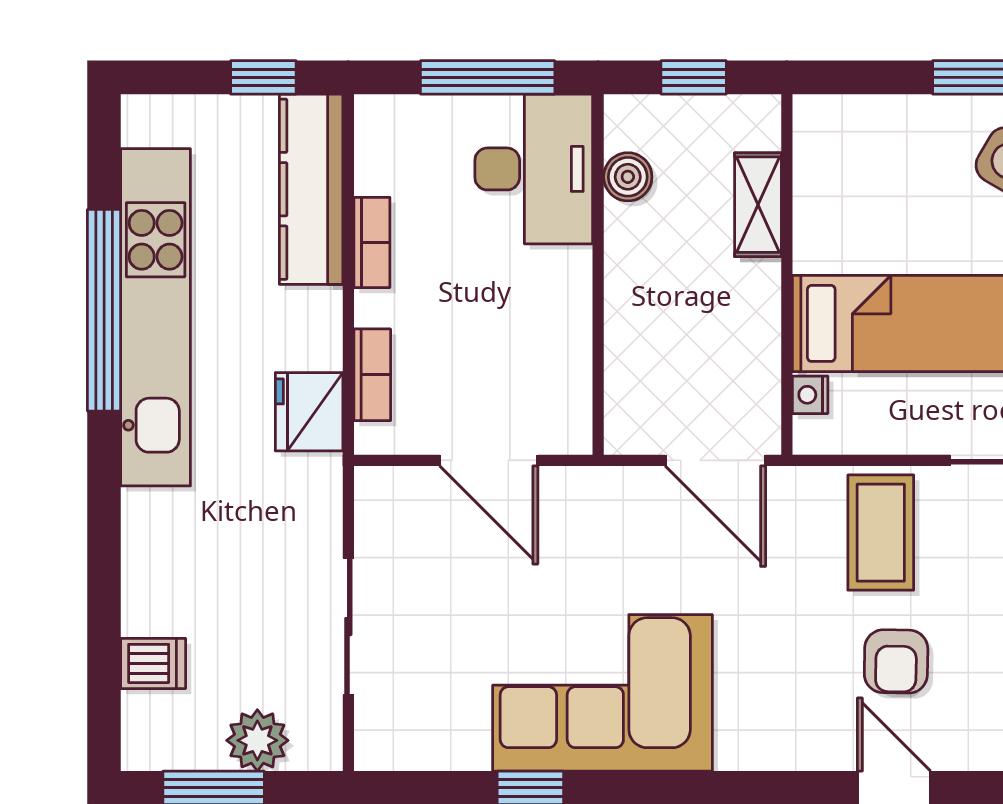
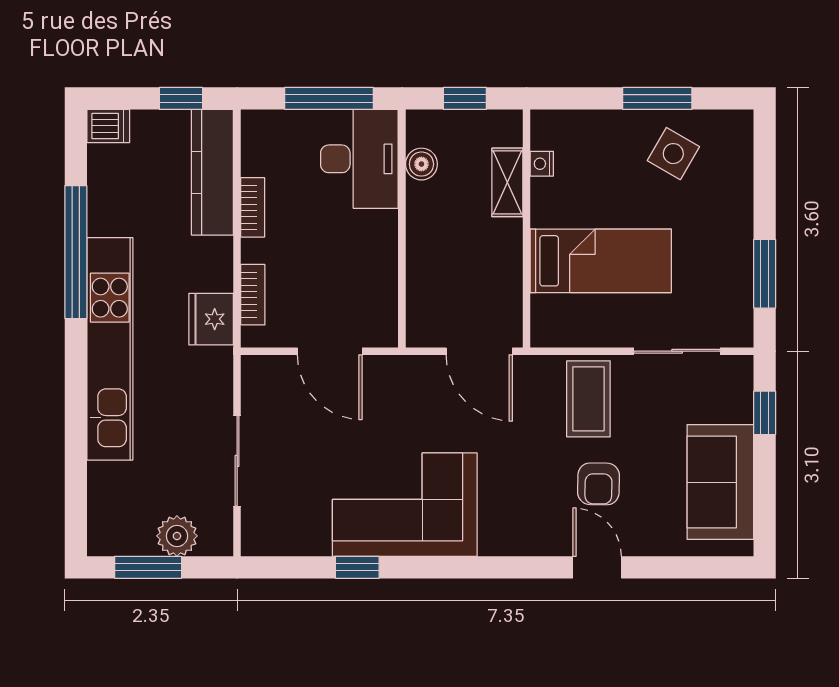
kitchen unit: (156, 317) -> (110, 349), moved
nightstand: (810, 395) -> (542, 164), moved
dishwasher: (153, 663) -> (108, 126), moved

